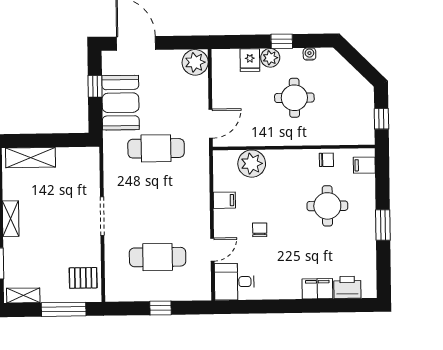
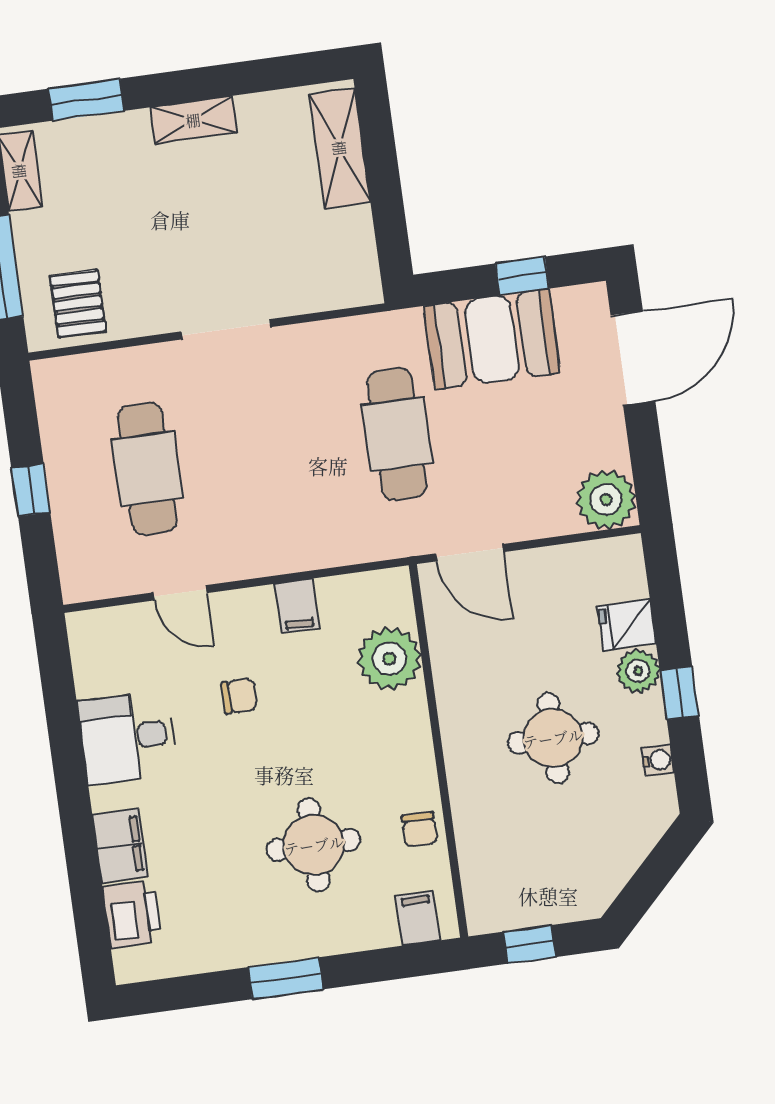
desk: (234, 282) -> (128, 738), moved, turned -90

